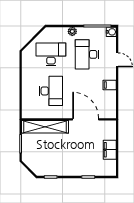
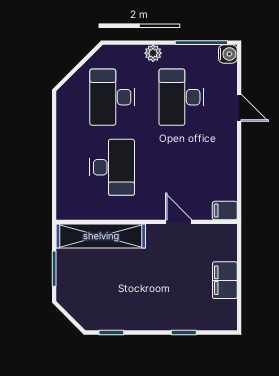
desk: (51, 54) -> (112, 97), turned -90
filing cabinet: (110, 85) -> (225, 210), moved
door: (86, 119) -> (179, 222), width x0.53

